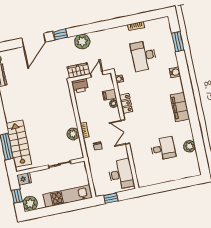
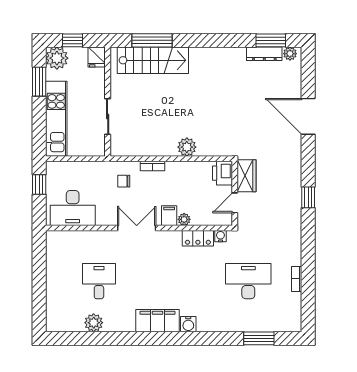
window: (60, 34) -> (308, 197), moved
plant: (82, 42) -> (290, 191), removed
water cooler: (175, 72) -> (188, 324), moved
door: (97, 74) -> (235, 203), swing flipped
filing cabinet: (109, 95) -> (169, 216), moved
locker: (126, 103) -> (198, 238), moved
plant: (73, 134) -> (187, 147), moved
desk: (163, 148) -> (99, 281), turned 180
window: (47, 211) -> (39, 82), added

